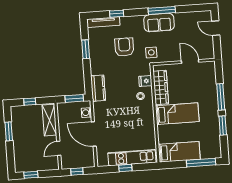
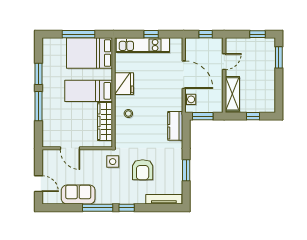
window: (117, 14) -> (127, 208), moved
sofa: (159, 22) -> (78, 195), moved
fridge: (145, 81) -> (124, 84), moved, width x1.88, depth x1.34
window: (9, 131) -> (279, 57), moved
bed: (179, 152) -> (89, 53), width x1.50
window: (201, 163) -> (79, 34), moved

